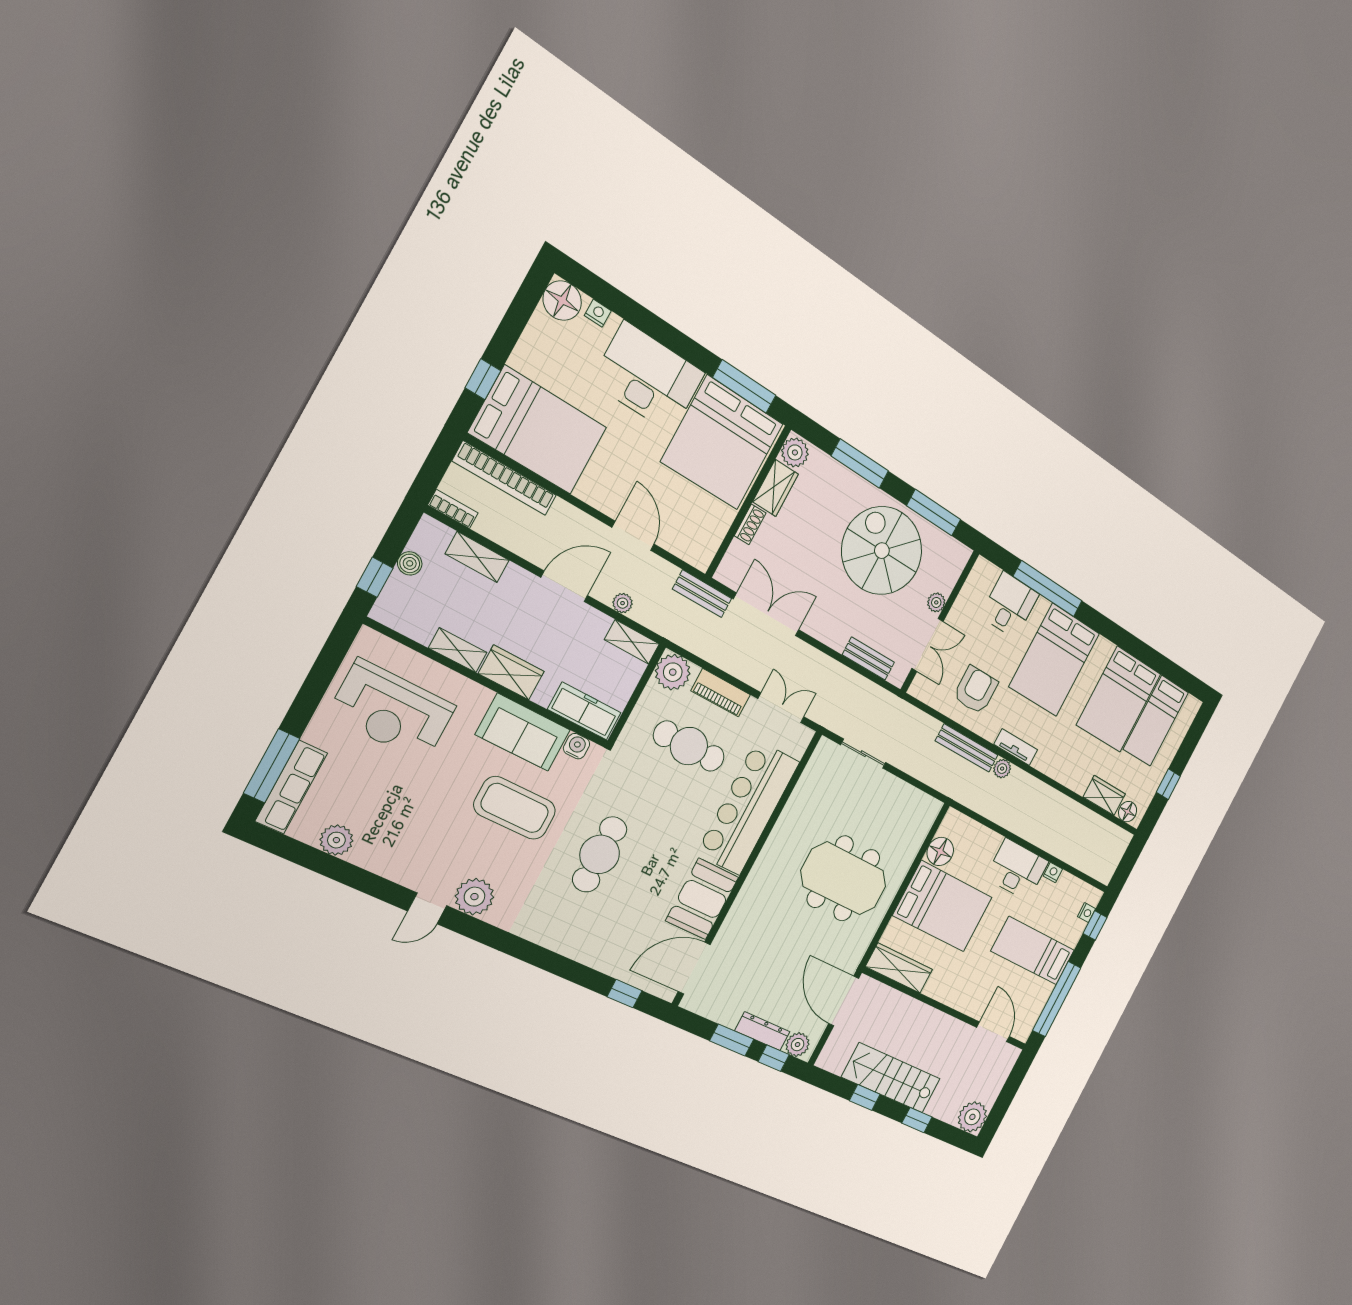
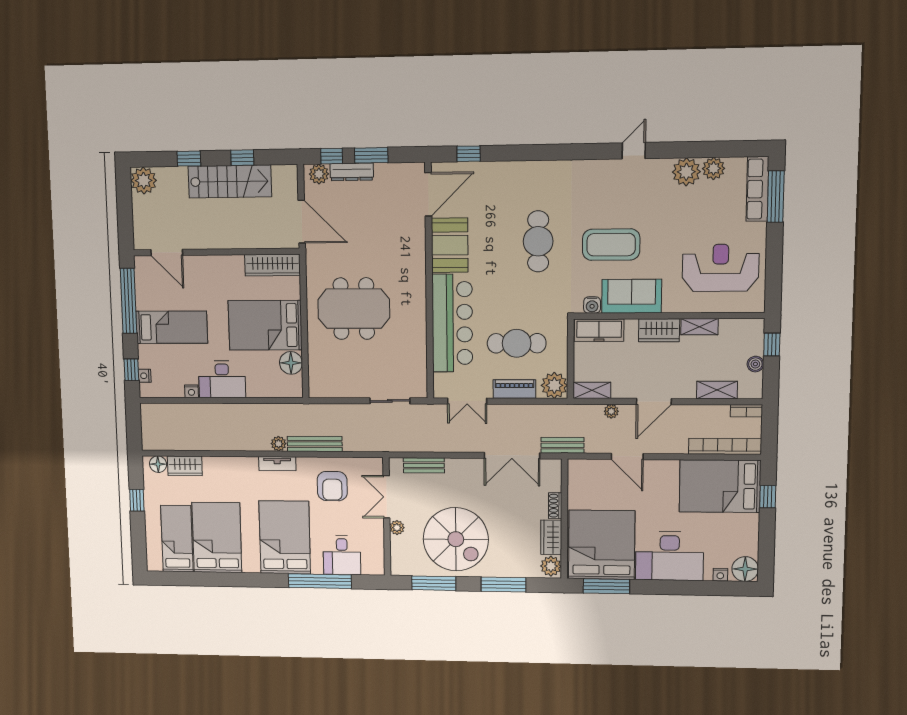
plant: (474, 897) -> (686, 172), moved

